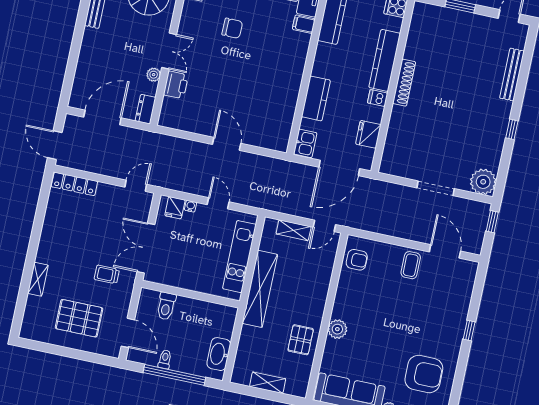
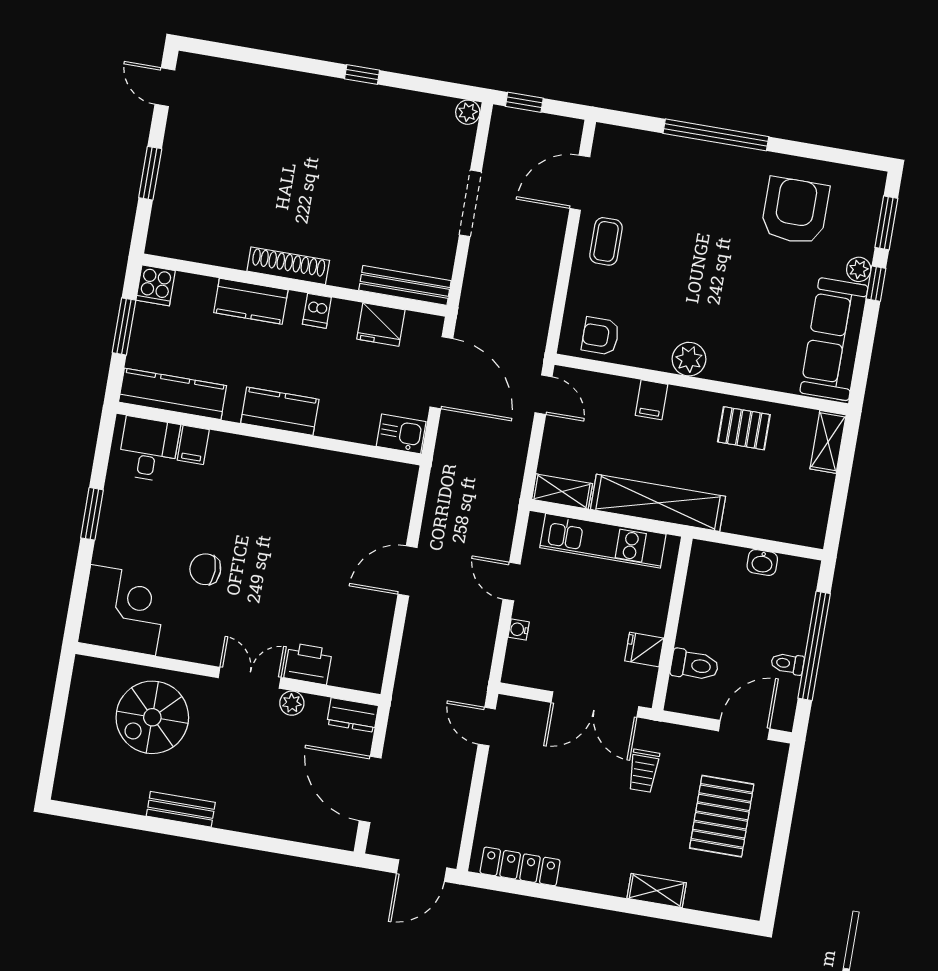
chair: (232, 28) -> (205, 569), turned -91
kitchen counter: (385, 60) -> (251, 301), width x0.67
bench: (512, 75) -> (405, 285), moved
kitchen counter: (316, 98) -> (280, 411), moved
plant: (483, 182) -> (468, 112), width x0.53, depth x0.53
locker: (74, 184) -> (520, 866), moved, turned -90
door: (218, 203) -> (512, 582), hinge flipped
fridge: (175, 208) -> (644, 649), moved, turned 180
shelving: (294, 230) -> (562, 491), moved, turned 90
armchair: (357, 260) -> (600, 336), turned -90
coffee table: (411, 265) -> (606, 241), turned 90
filing cabinet: (319, 288) -> (651, 400), added
plant: (337, 329) -> (689, 359), moved
window: (469, 330) -> (716, 135), width x3.17
washbasin: (219, 354) -> (762, 562), width x0.52, depth x0.69
shelving: (268, 383) -> (828, 442), moved

